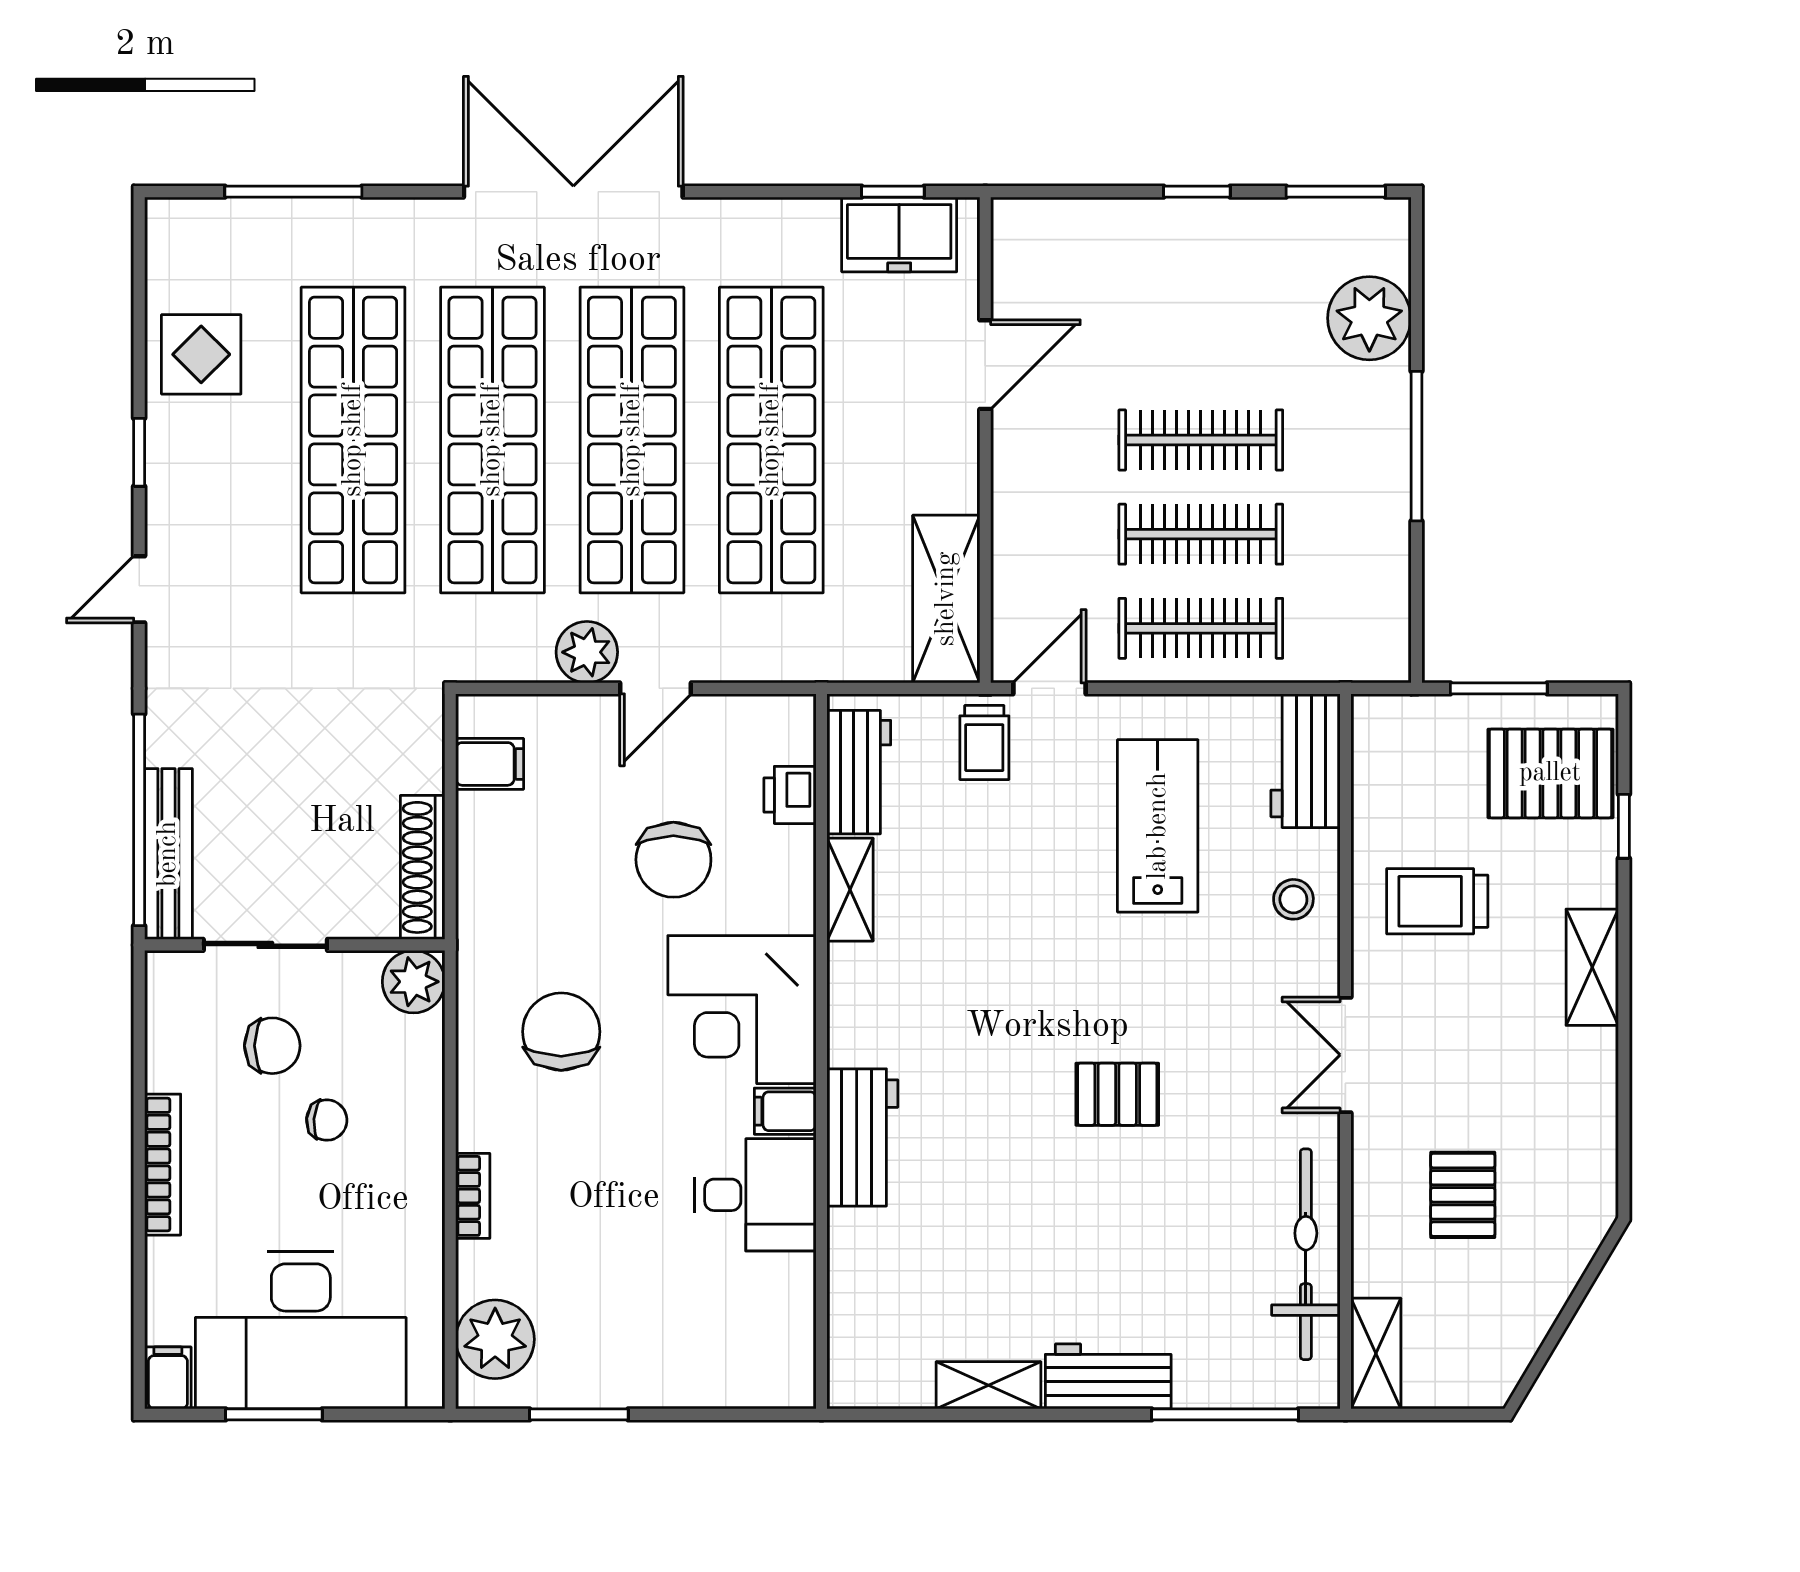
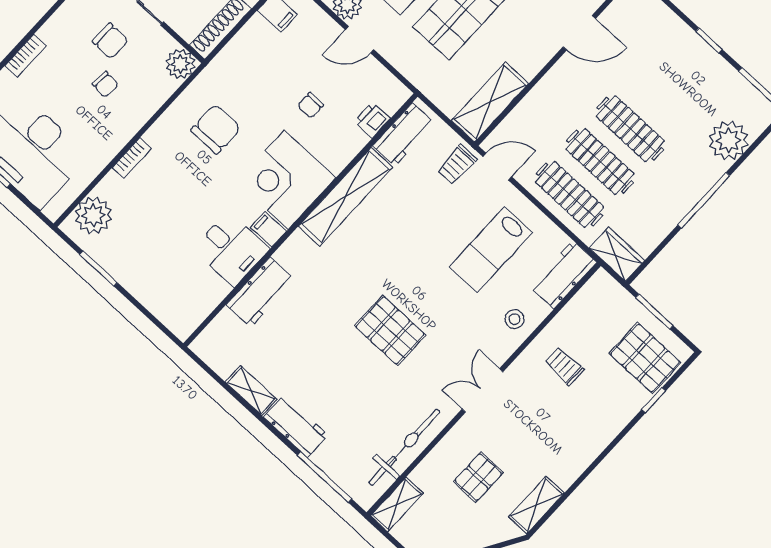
wardrobe: (1359, 653) -> (617, 254), added
lab bench: (1158, 826) -> (491, 250), turned 180
chair: (673, 860) -> (311, 105), width x0.54, depth x0.54
shelving: (850, 890) -> (345, 197), width x2.20, depth x1.33
trolley: (1437, 901) -> (564, 366), width x0.73, depth x0.72
shelving: (1592, 967) -> (536, 505), moved
pallet: (1117, 1094) -> (390, 330), width x1.50, depth x1.42
workbench: (862, 1137) -> (260, 292), moved
bookcase: (163, 1165) -> (25, 56), width x0.64

